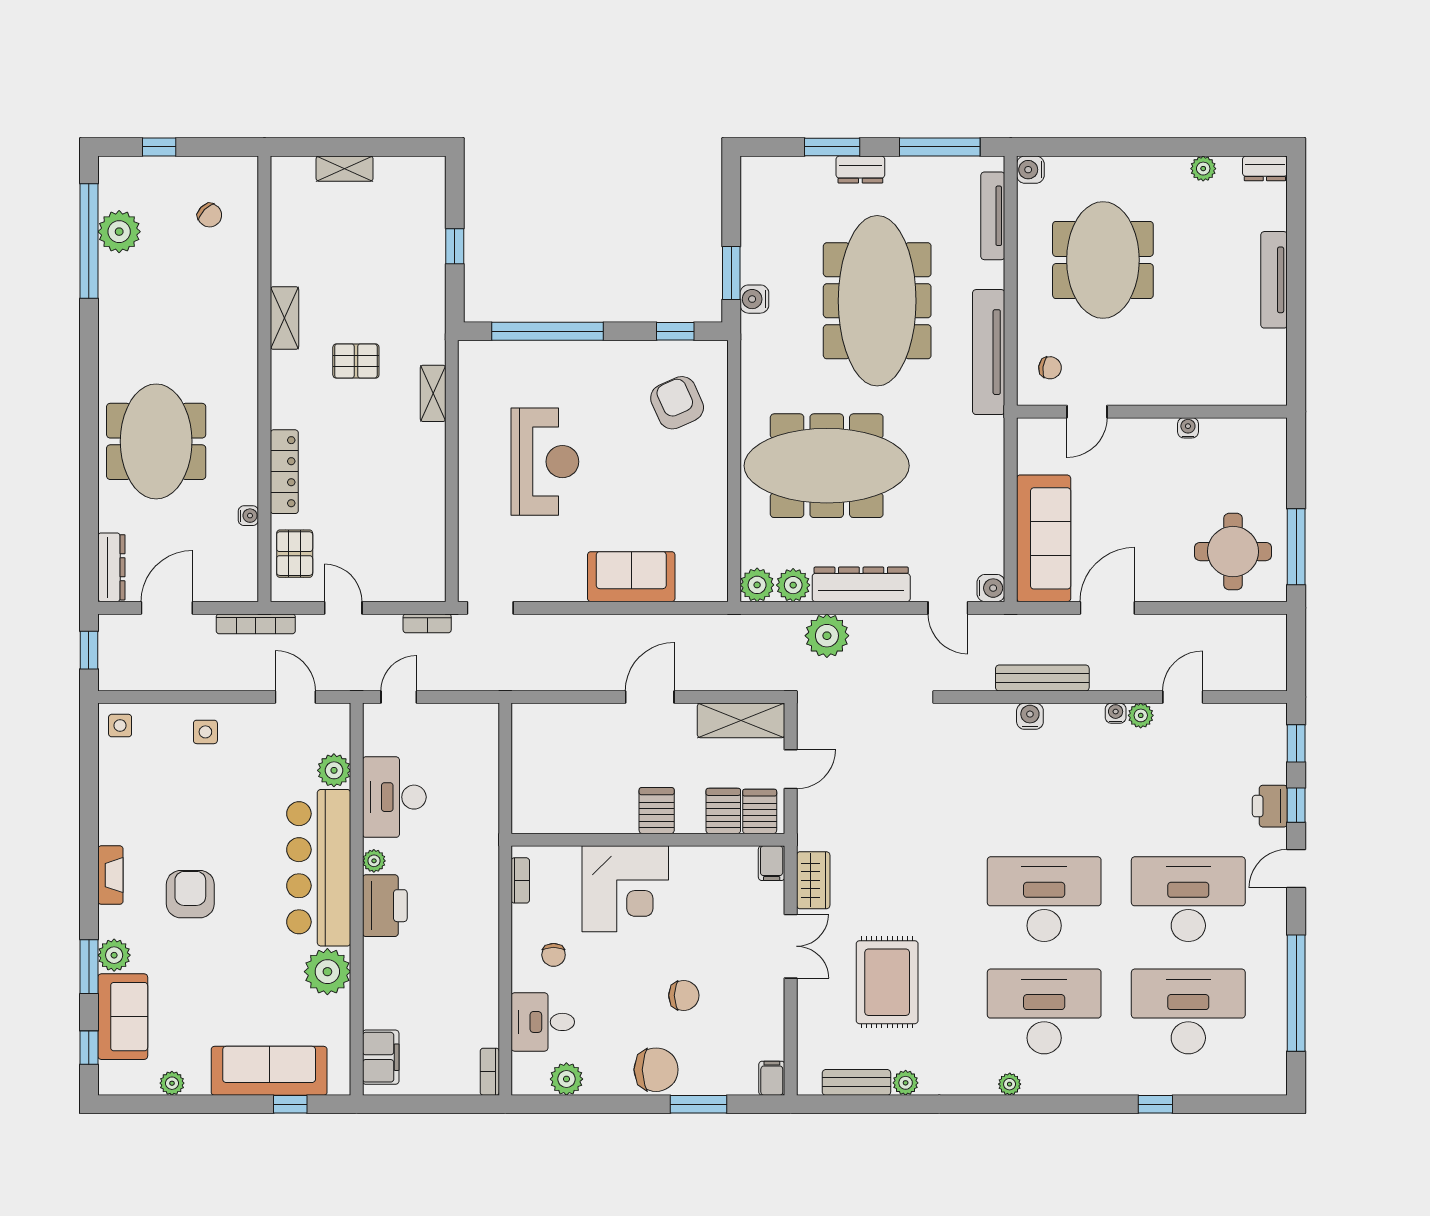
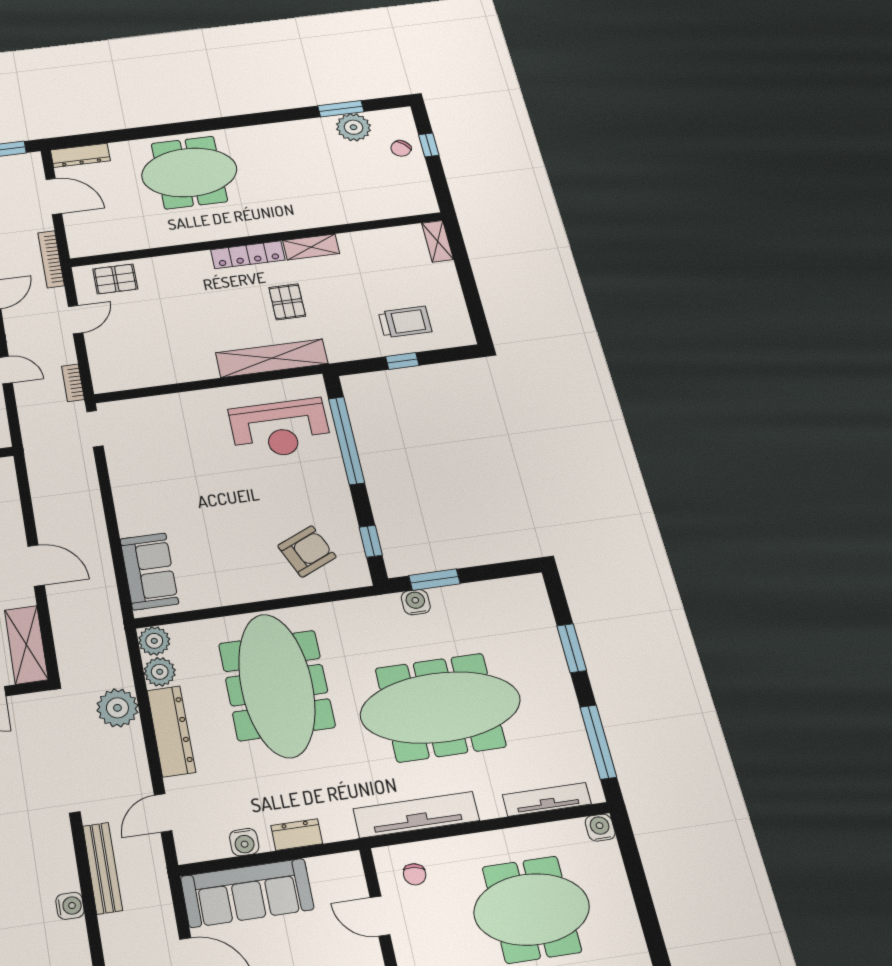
shelving: (345, 169) -> (437, 241), moved
dresser: (860, 169) -> (297, 835), moved, turned 90
chair: (210, 215) -> (401, 148), moved
trolley: (403, 232) -> (405, 322), added
window: (89, 241) -> (341, 109), width x0.47
shelving: (433, 393) -> (272, 358), width x2.20, depth x1.33
reception desk: (545, 462) -> (280, 429), moved
locker: (284, 472) -> (248, 255), moved
water cooler: (248, 516) -> (141, 243), removed
sofa: (631, 577) -> (149, 571), moved
water cooler: (991, 588) -> (244, 842), moved
bench: (1042, 678) -> (102, 868), moved

